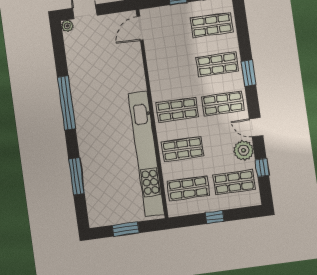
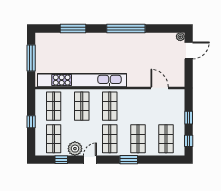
door: (140, 28) -> (160, 88), moved
window: (126, 229) -> (31, 58), width x1.44

